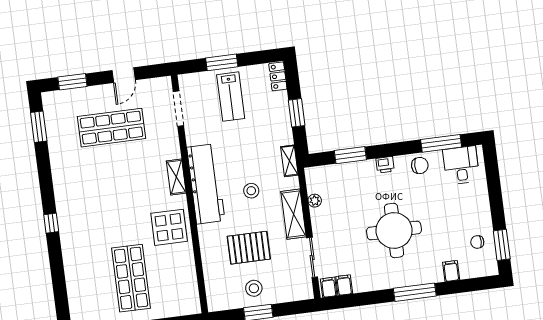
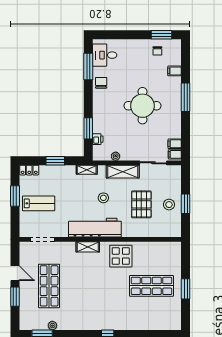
window: (222, 62) -> (15, 196), moved
window: (72, 82) -> (15, 297), moved
plant: (54, 140) -> (52, 326), added
printer: (385, 165) -> (98, 139), moved

